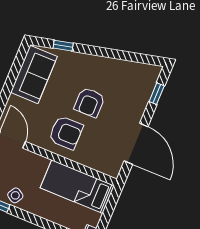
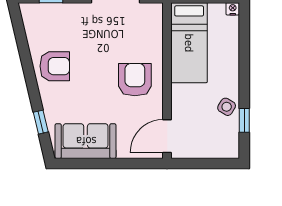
armchair: (90, 102) -> (55, 66), moved

